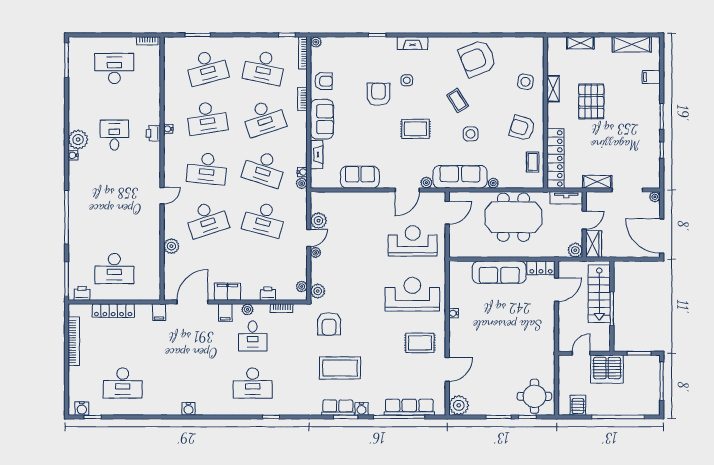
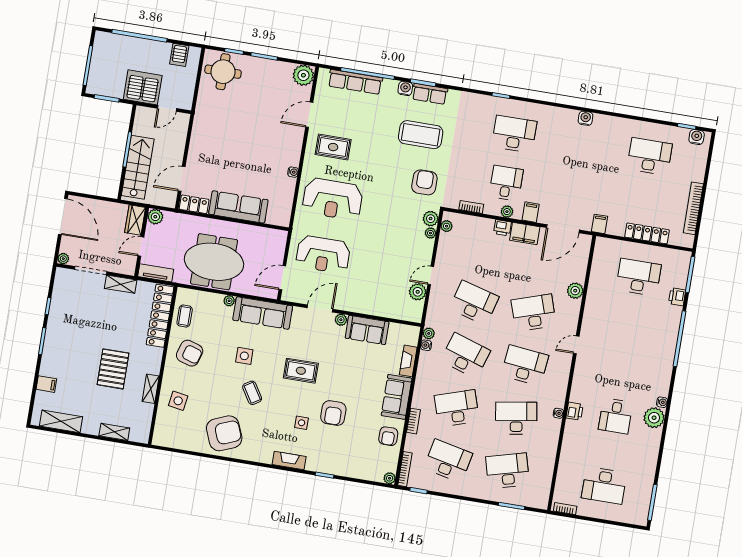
armchair: (324, 81) -> (388, 436), turned -90
plant: (426, 183) -> (341, 320), moved
plant: (316, 252) -> (430, 233), moved
printer: (82, 293) -> (677, 297), moved, turned 90
printer: (268, 294) -> (502, 228), moved

